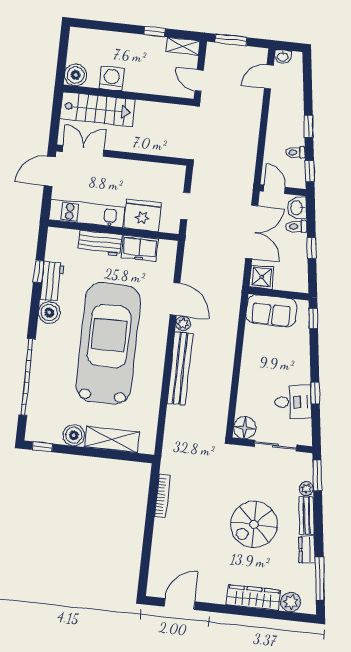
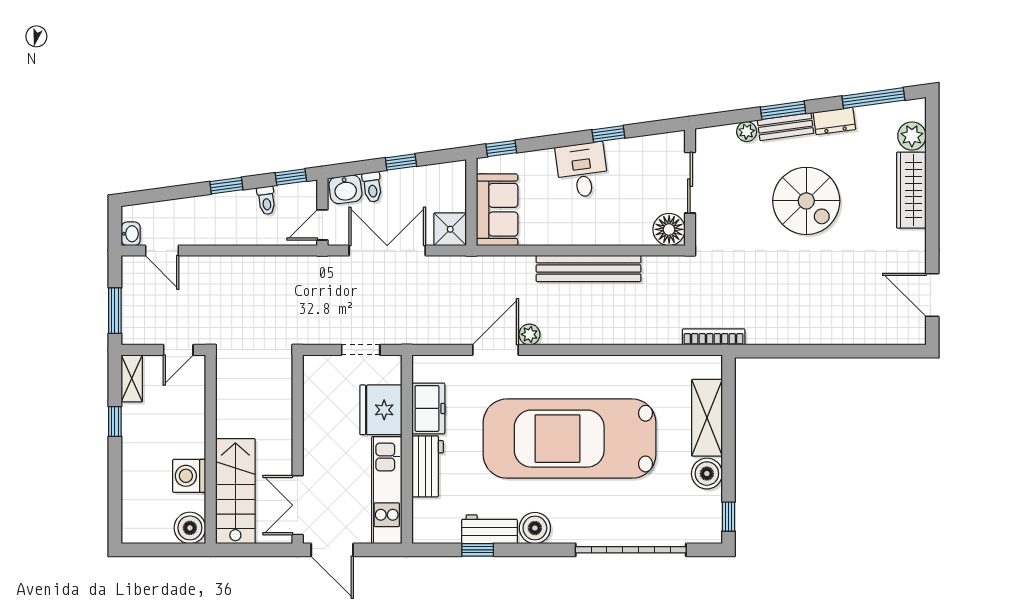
bench: (180, 368) -> (589, 268), moved
desk: (293, 402) -> (582, 170), moved
window: (317, 475) -> (783, 110), moved
bookcase: (162, 496) -> (714, 337), moved

